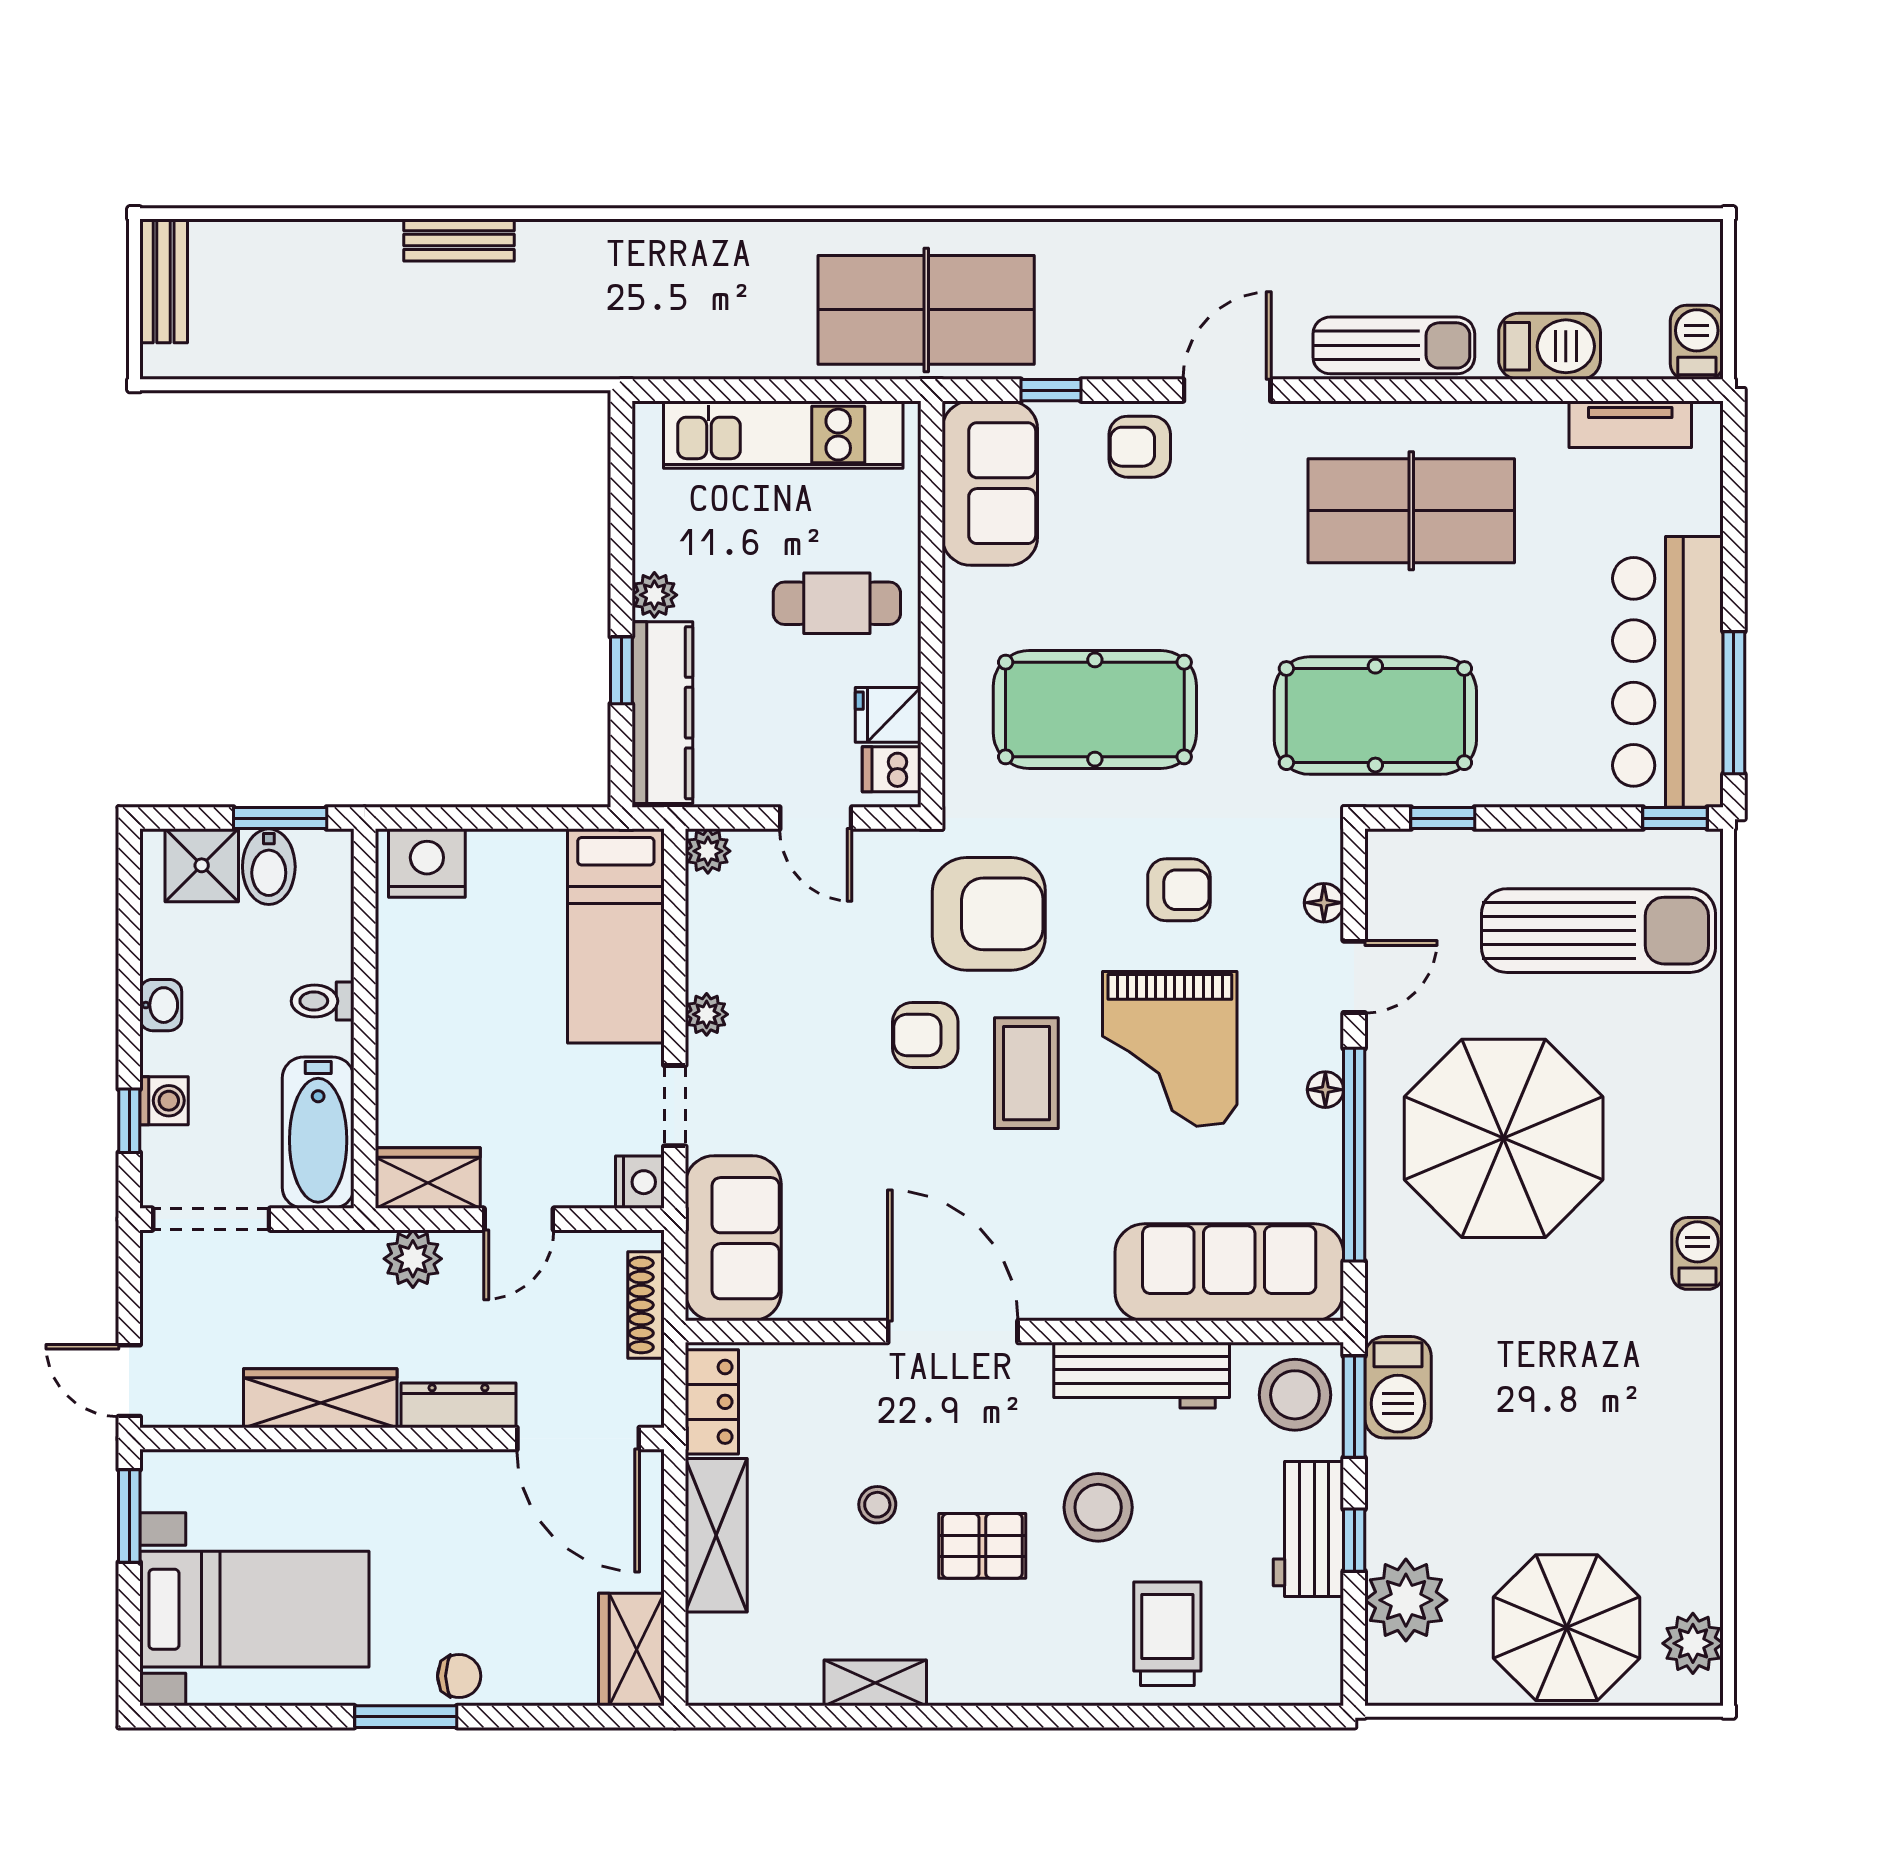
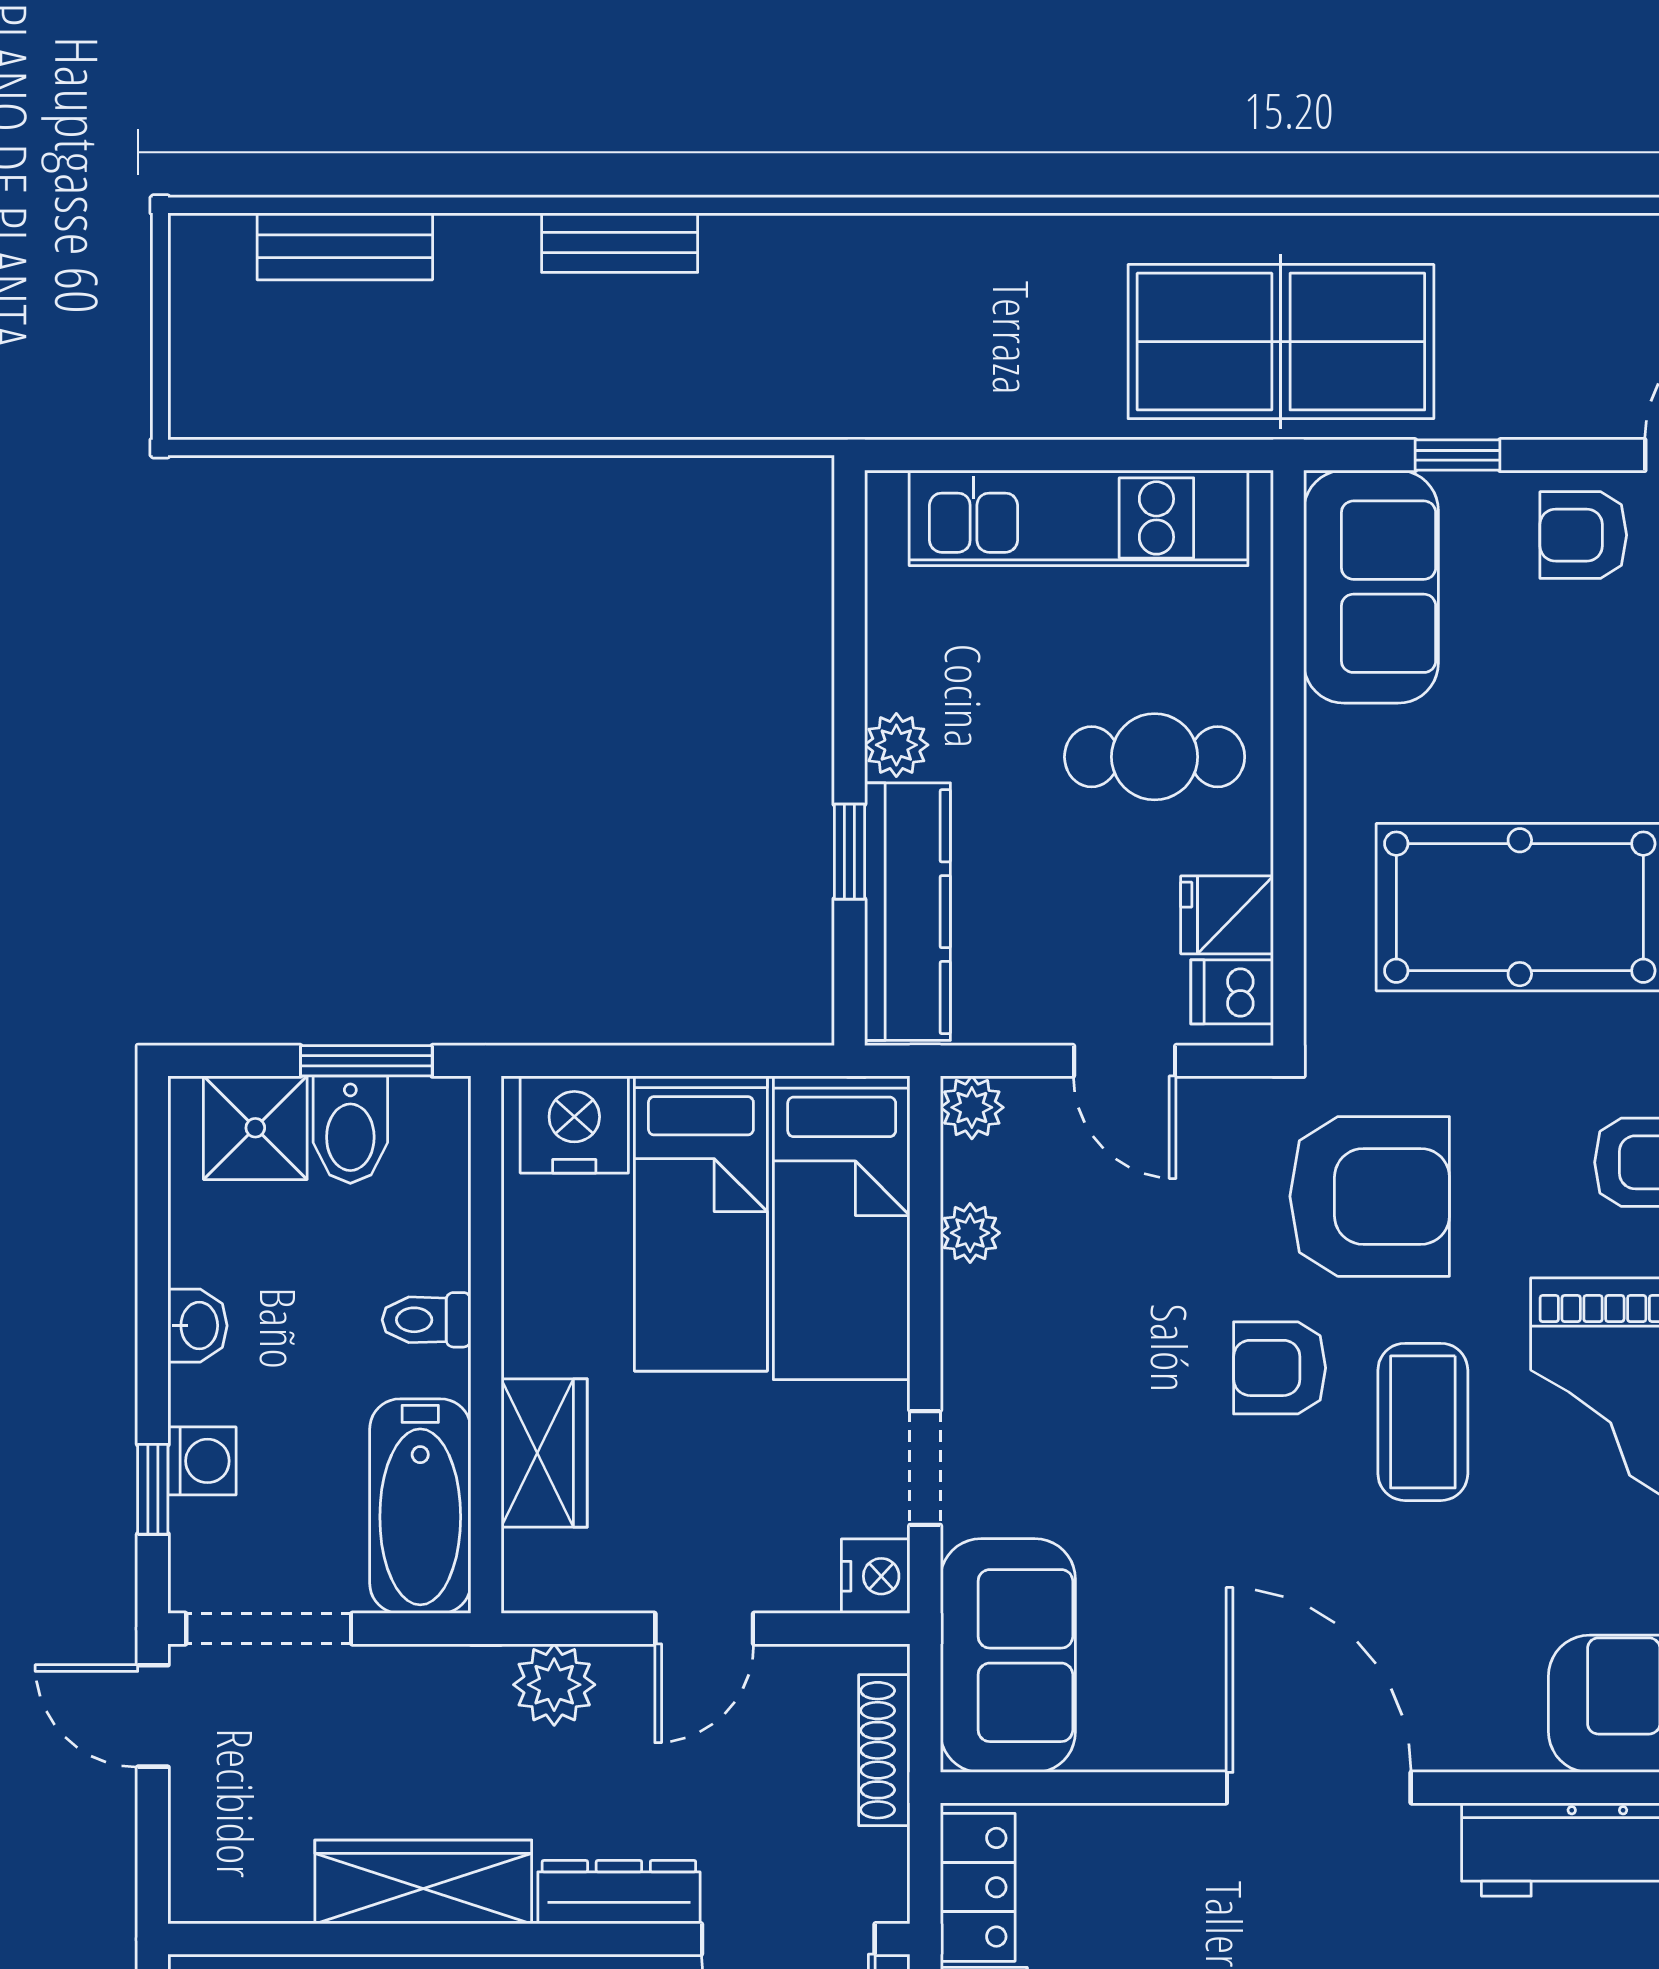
bench: (164, 281) -> (345, 246), moved, turned 90
bed: (516, 933) -> (701, 1224), added
plant: (707, 1014) -> (970, 1233), moved
wardrobe: (428, 1178) -> (544, 1453), moved, turned 90
door: (129, 1381) -> (153, 1716), moved

